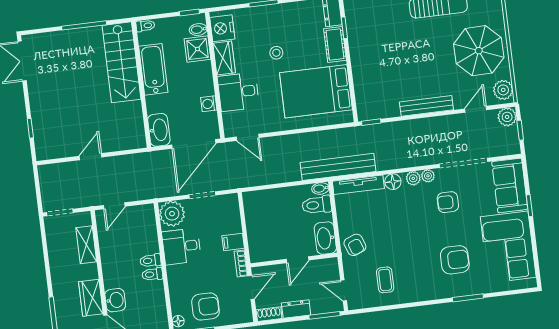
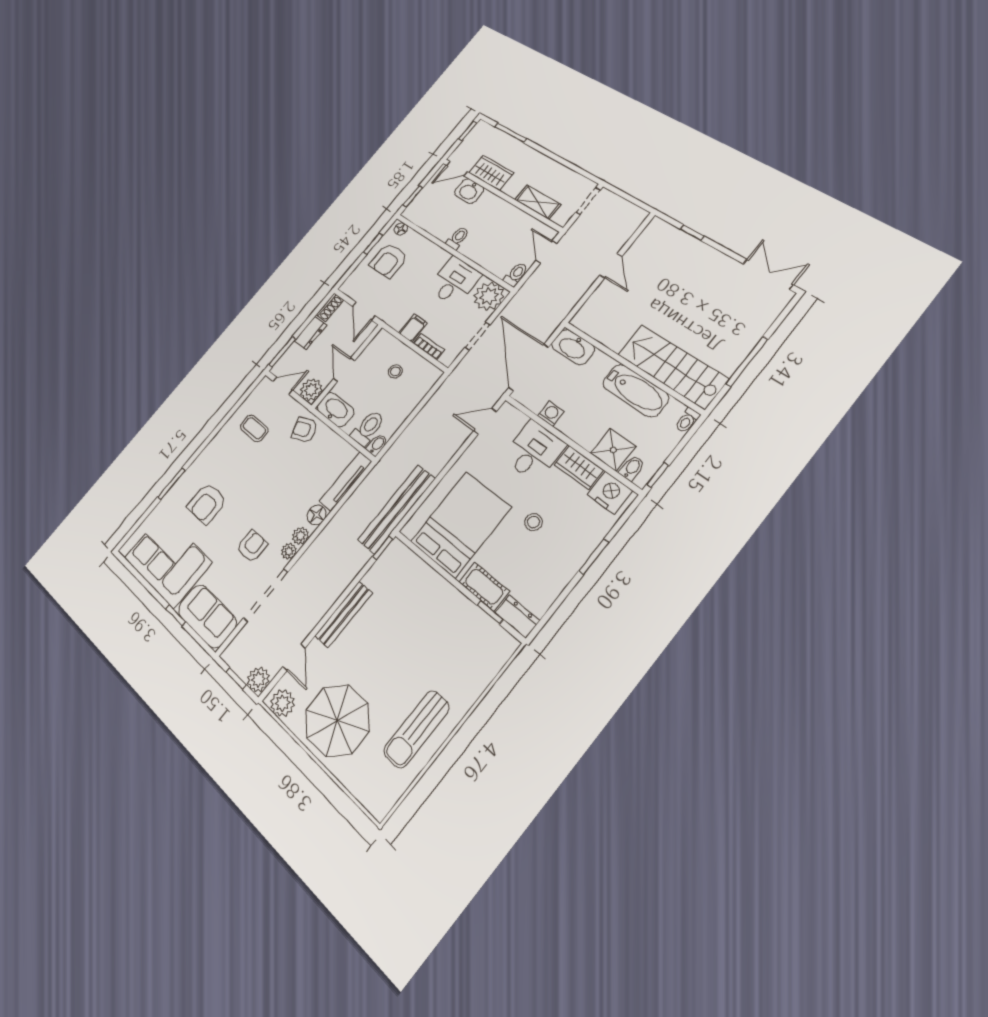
bench: (338, 167) -> (397, 509), moved
stool: (269, 225) -> (395, 371), added
toilet: (150, 261) -> (516, 275), moved
bookcase: (241, 263) -> (429, 347), moved
plant: (329, 268) -> (311, 390), added

